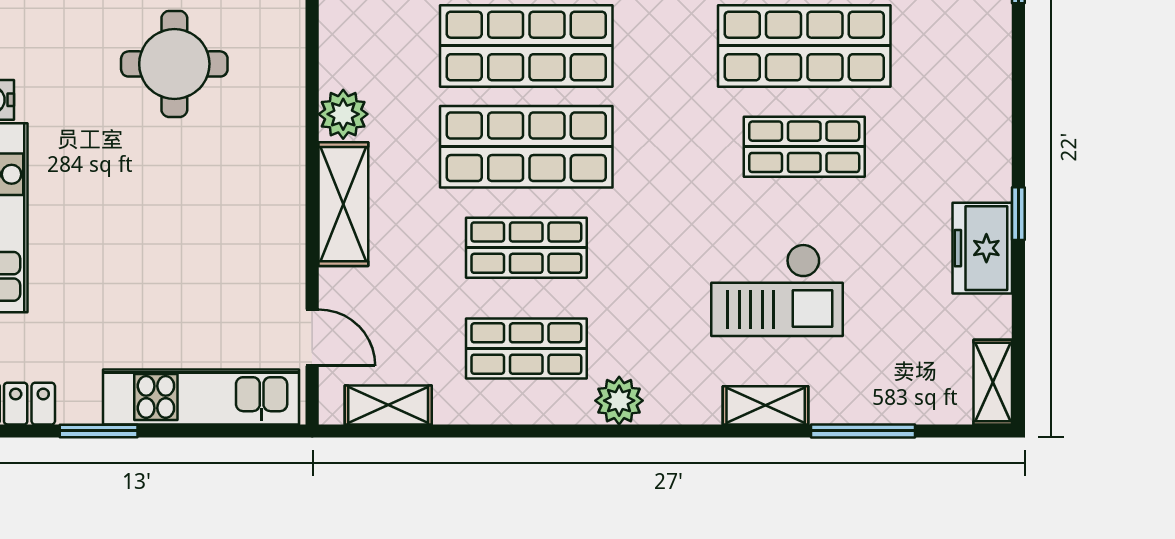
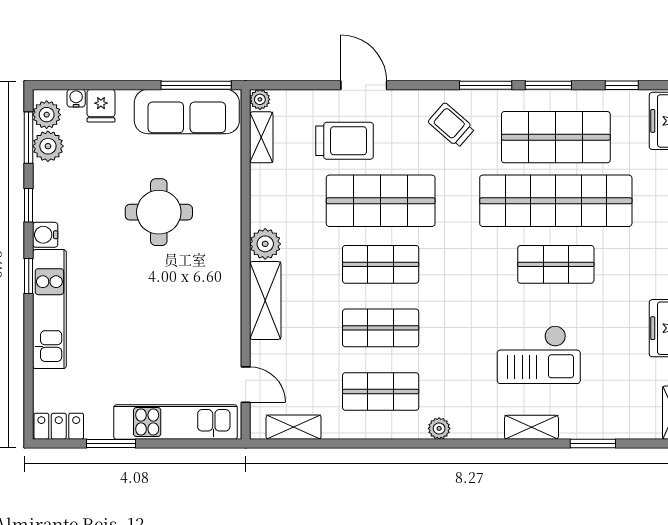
shop shelf: (804, 46) -> (556, 201), width x1.40
shop shelf: (526, 147) -> (381, 264), width x0.70, depth x0.74
plant: (619, 401) -> (439, 428), width x0.73, depth x0.73
window: (863, 431) -> (593, 443), width x0.69

